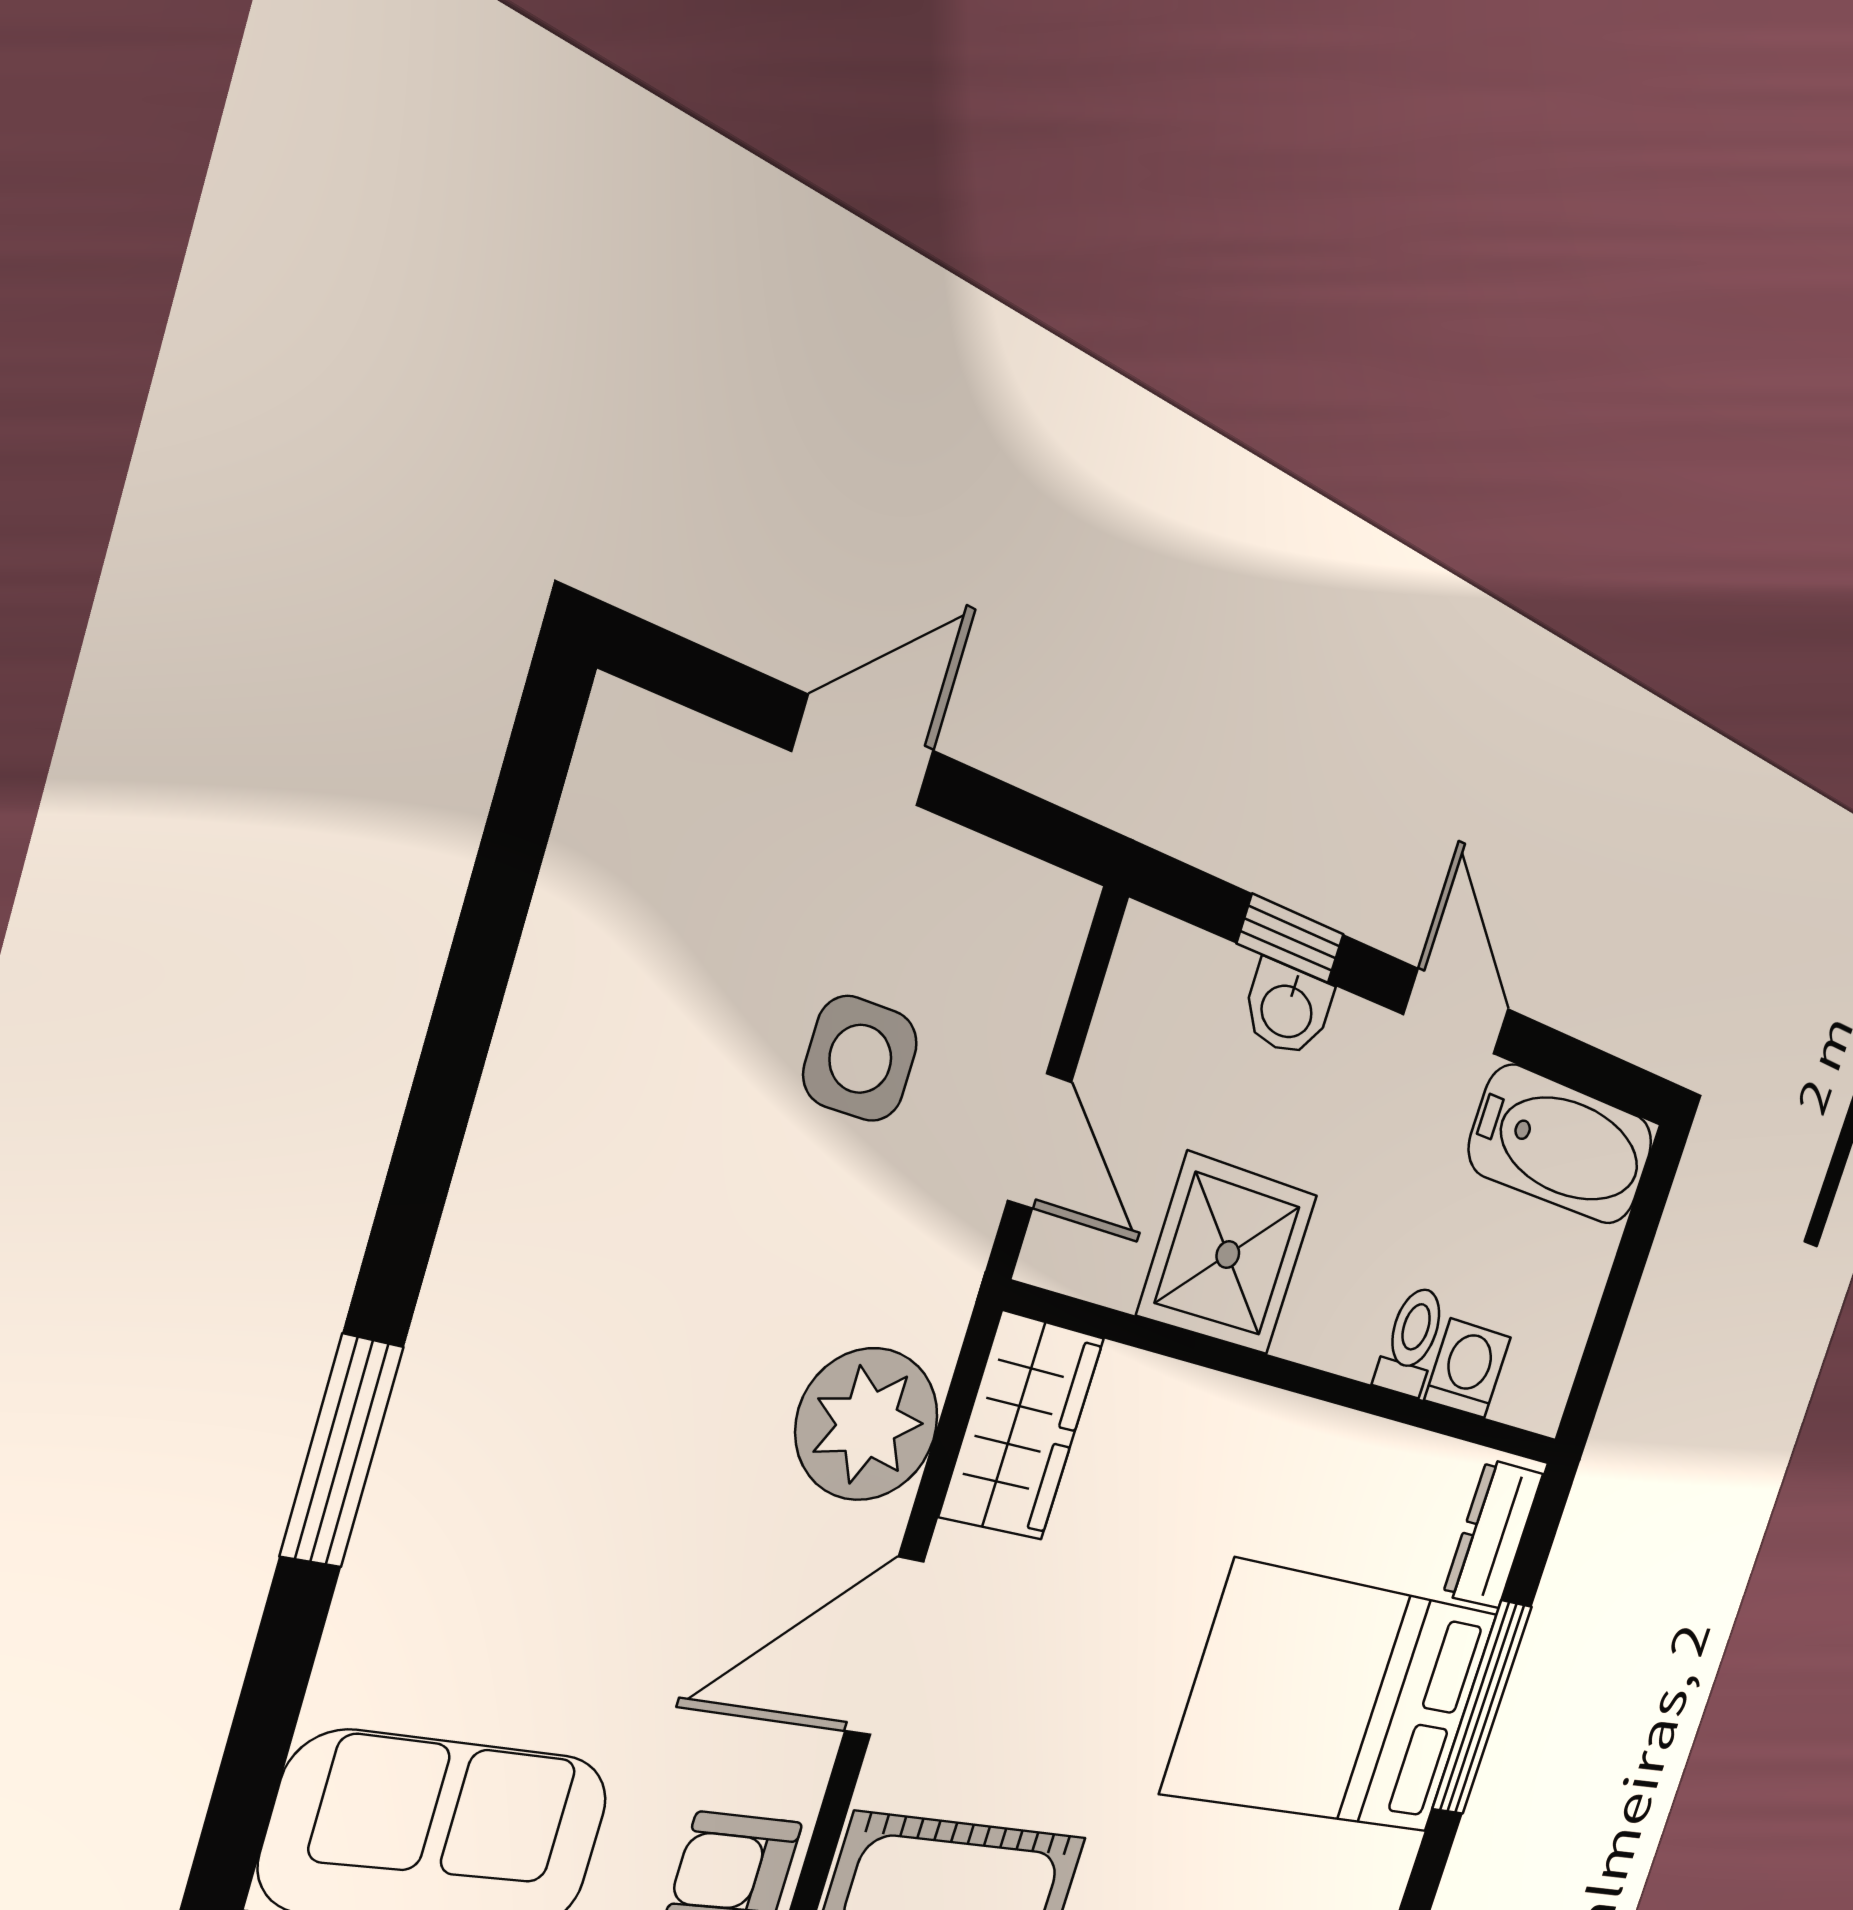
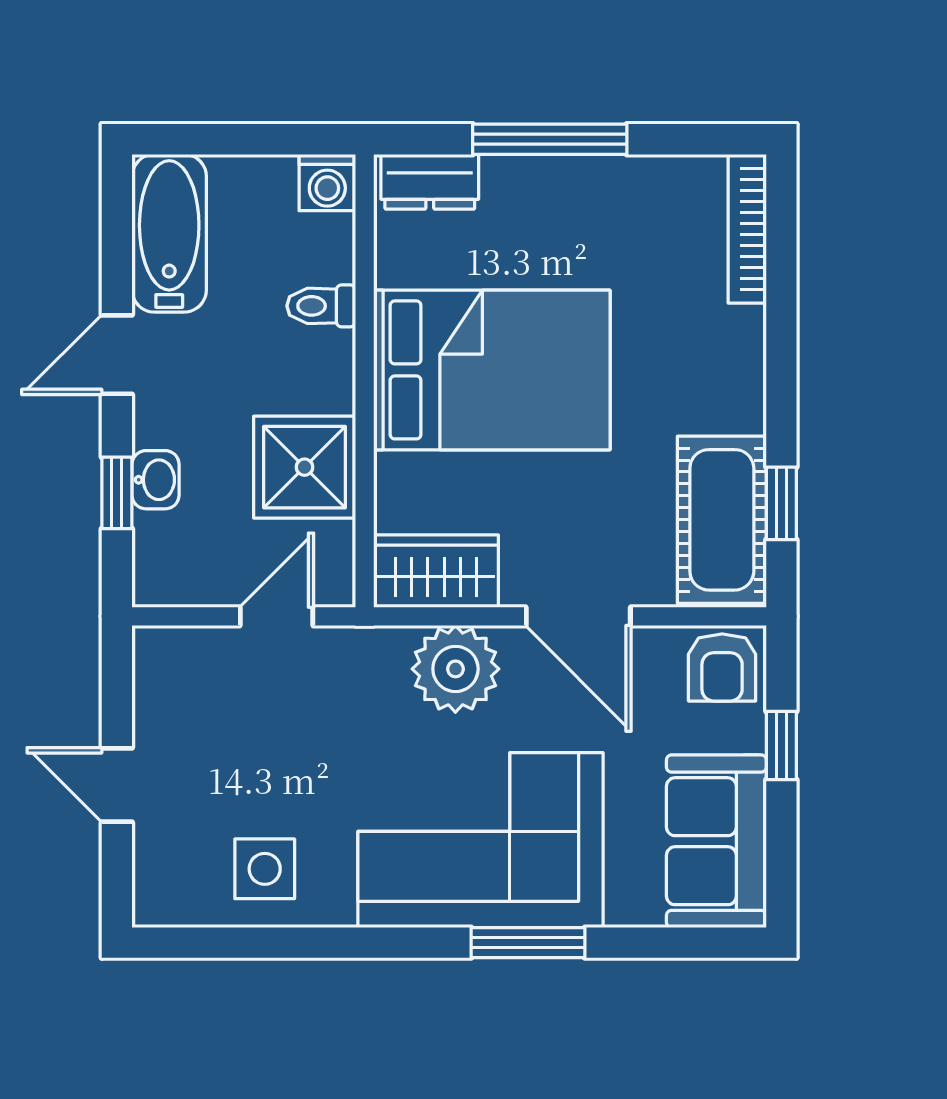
side table: (860, 1059) -> (265, 869), moved
washing machine: (1468, 1369) -> (327, 182), moved, turned -90
corner sofa: (566, 1403) -> (480, 840), added
bed: (1335, 1701) -> (492, 370), moved, turned -90

